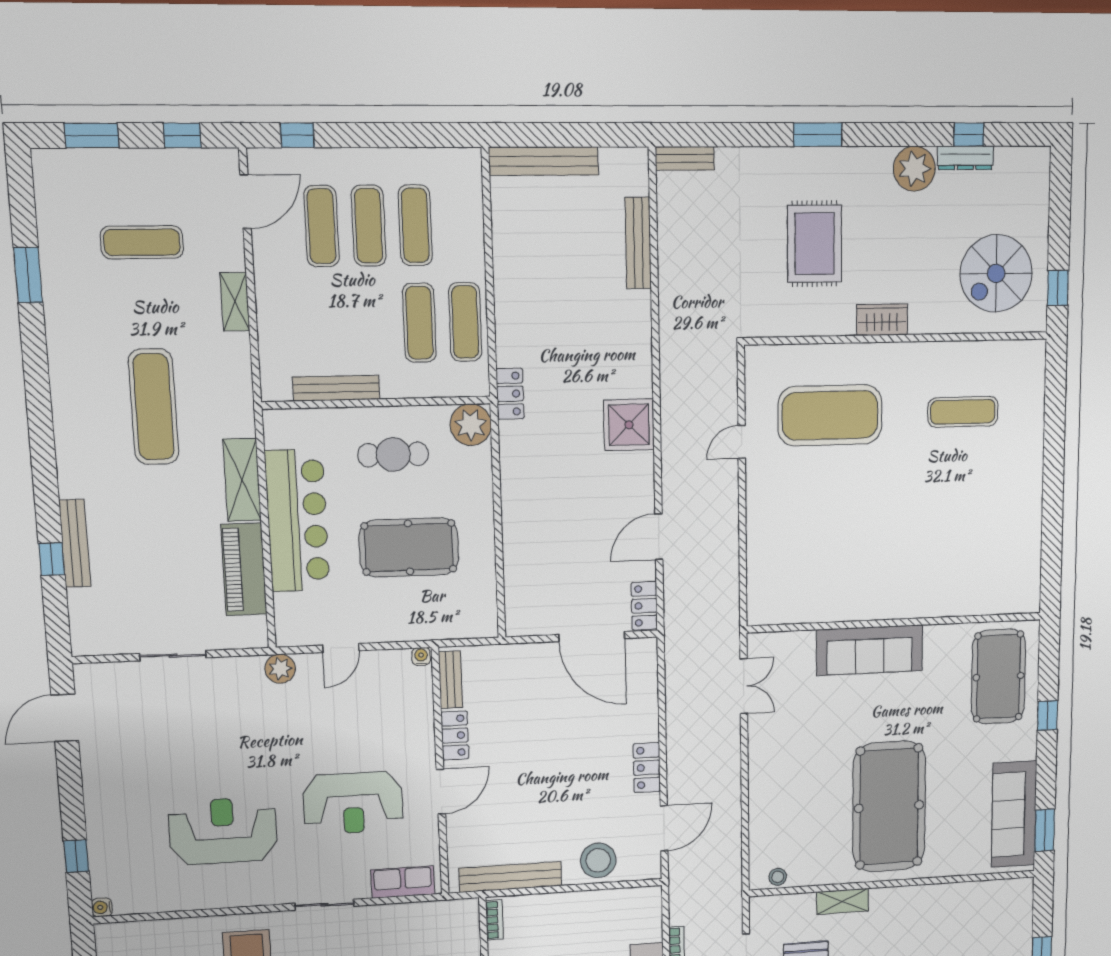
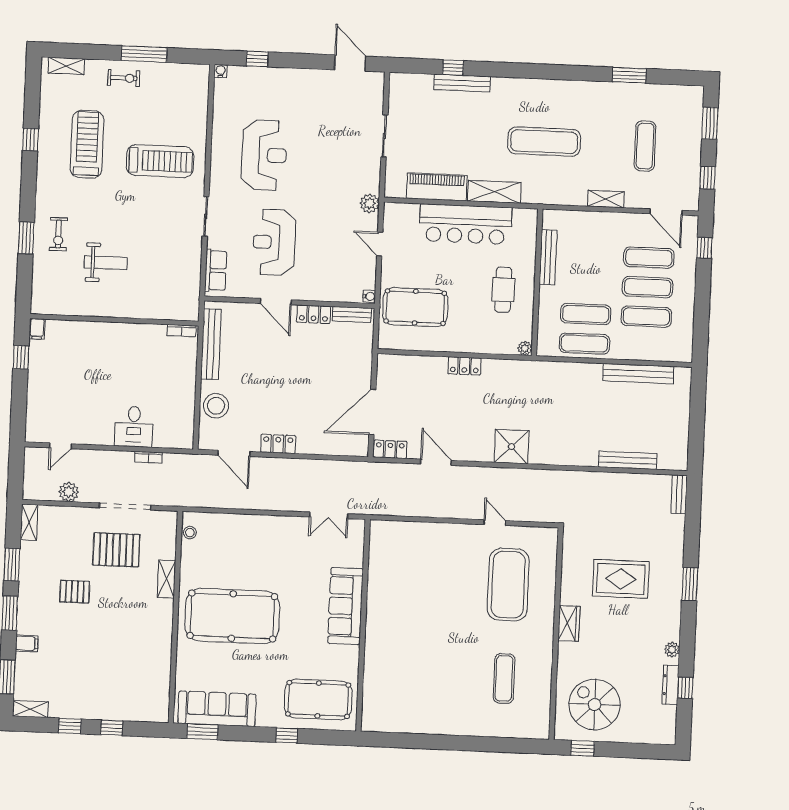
bench: (544, 161) -> (638, 374), moved, turned 90
plant: (914, 169) -> (672, 650), width x0.53, depth x0.53
locker: (510, 394) -> (464, 366), moved
plant: (471, 425) -> (525, 348), width x0.53, depth x0.53
pool table: (409, 547) -> (415, 307), moved, turned 90

